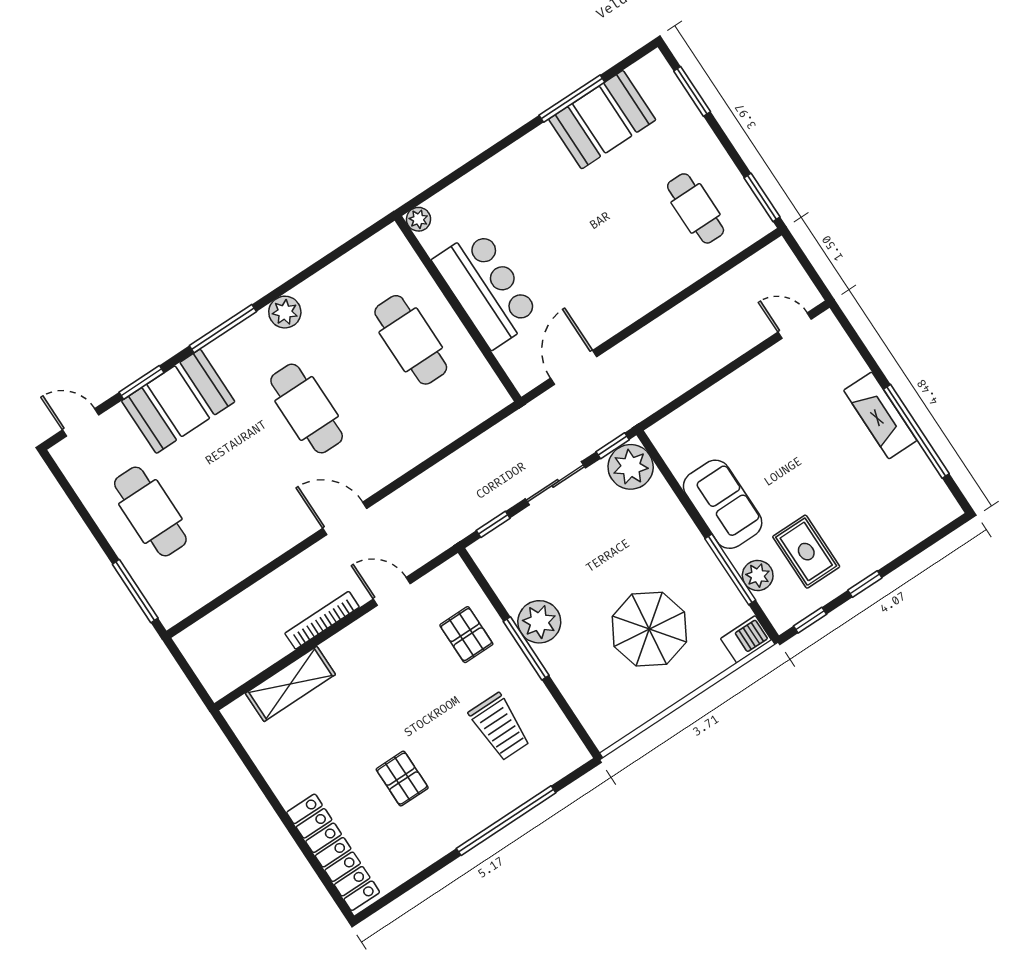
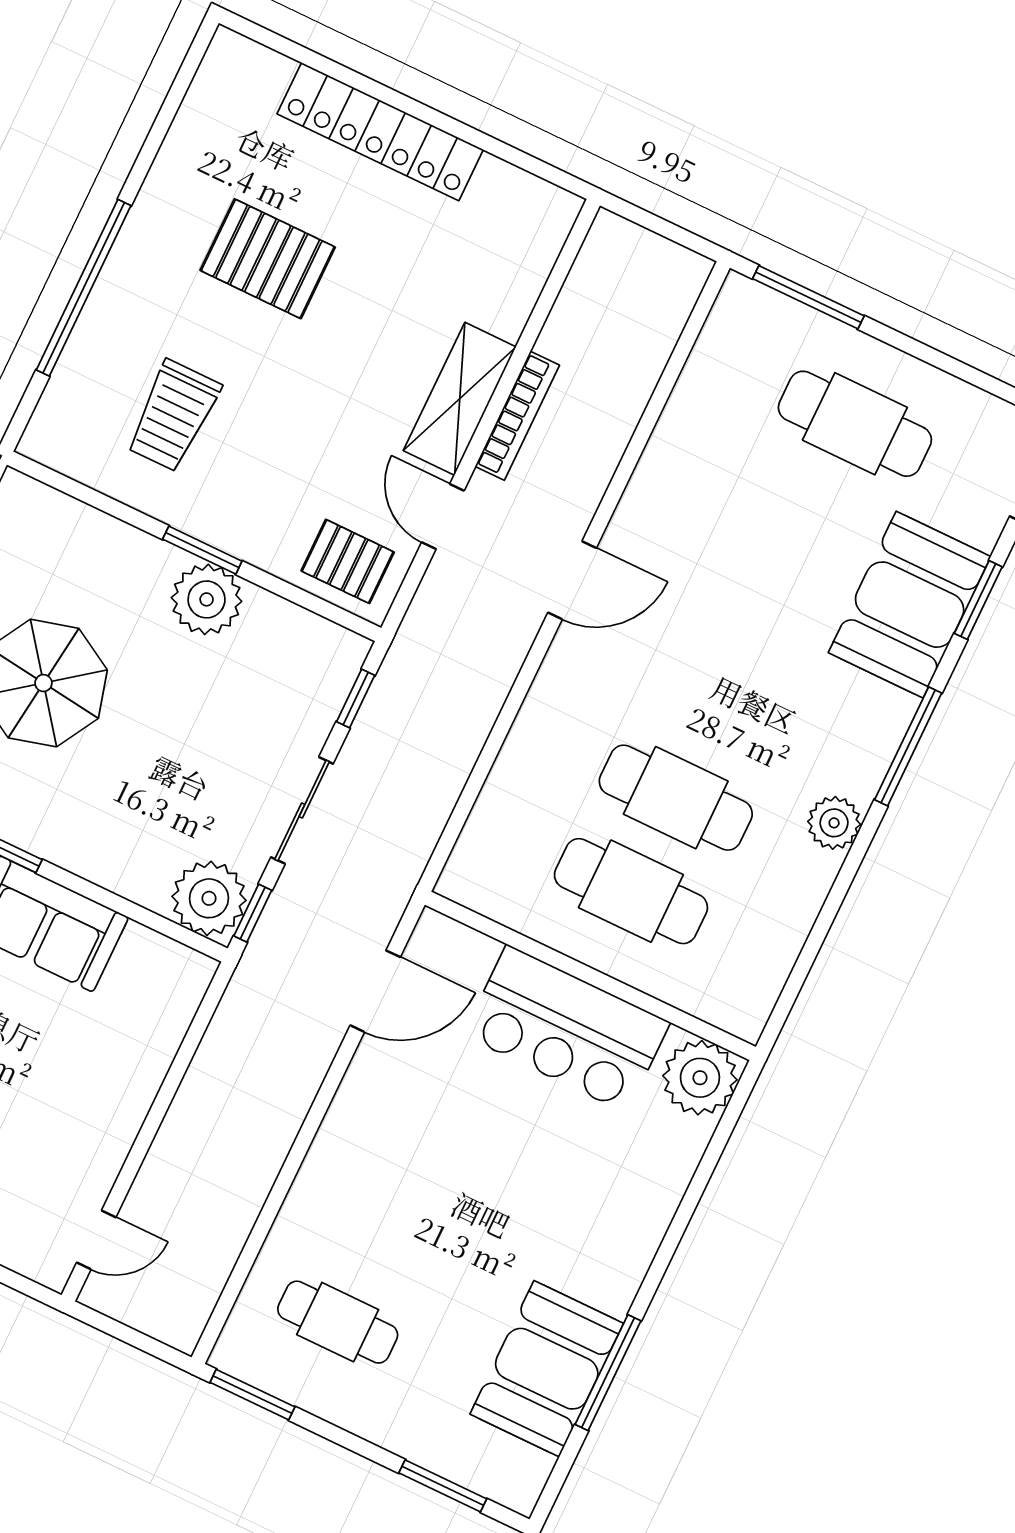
plant: (418, 219) -> (700, 1078), width x1.88, depth x1.88
door: (574, 367) -> (375, 991), hinge flipped
cafe table: (307, 408) -> (676, 798), moved
door: (392, 591) -> (443, 516), swing flipped
pallet: (466, 635) -> (348, 561), moved
window: (526, 648) -> (202, 550), width x0.69
shelving: (290, 684) -> (460, 399), moved
trolley: (500, 727) -> (173, 416), turned -90
pallet: (402, 779) -> (268, 259), width x1.50, depth x1.42
locker: (333, 852) -> (380, 132), moved

